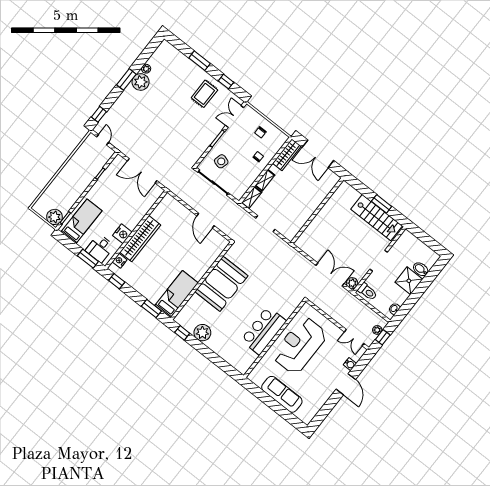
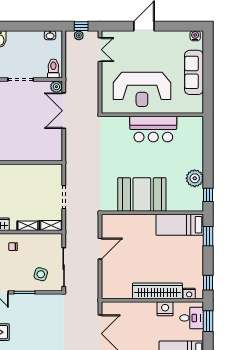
shower: (409, 281) -> (17, 41), removed
water cooler: (350, 364) -> (195, 36), moved

